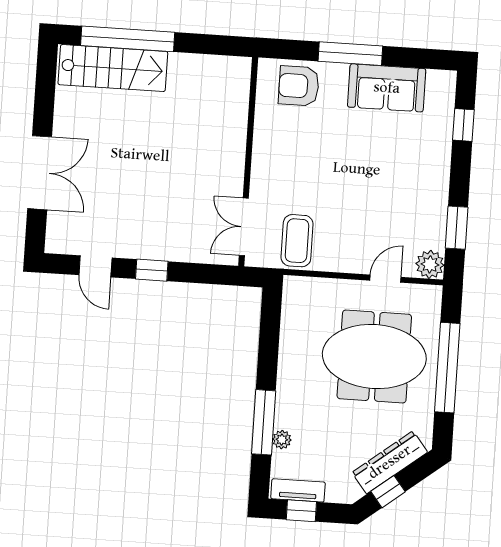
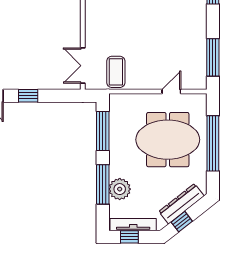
window: (457, 228) -> (213, 57), width x1.44
plant: (430, 264) -> (198, 81), removed
window: (269, 336) -> (103, 131), added
plant: (282, 440) -> (120, 189), width x1.88, depth x1.88
tv unit: (298, 490) -> (133, 225), width x1.41

